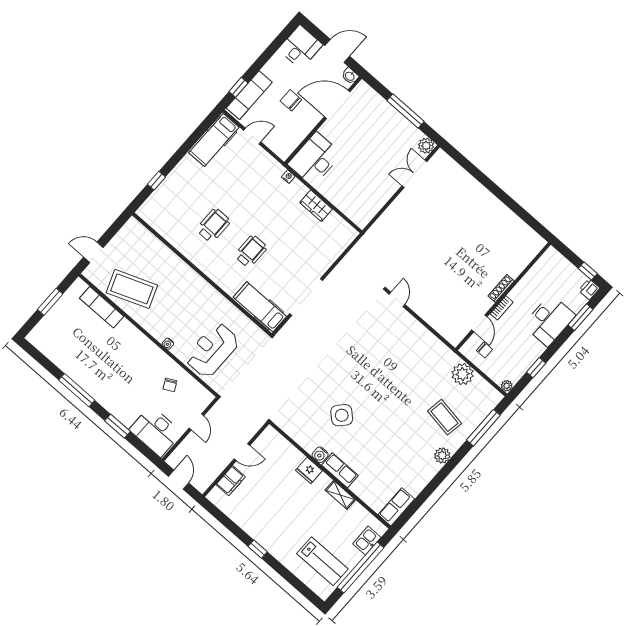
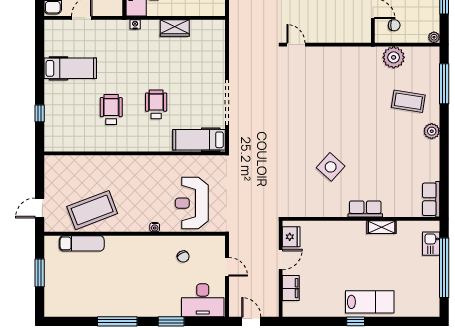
hospital bed: (214, 140) -> (70, 68), moved, turned -90
water cooler: (320, 455) -> (340, 210), removed
fridge: (309, 471) -> (291, 237), moved, turned -90
lab bench: (322, 561) -> (370, 302), moved

